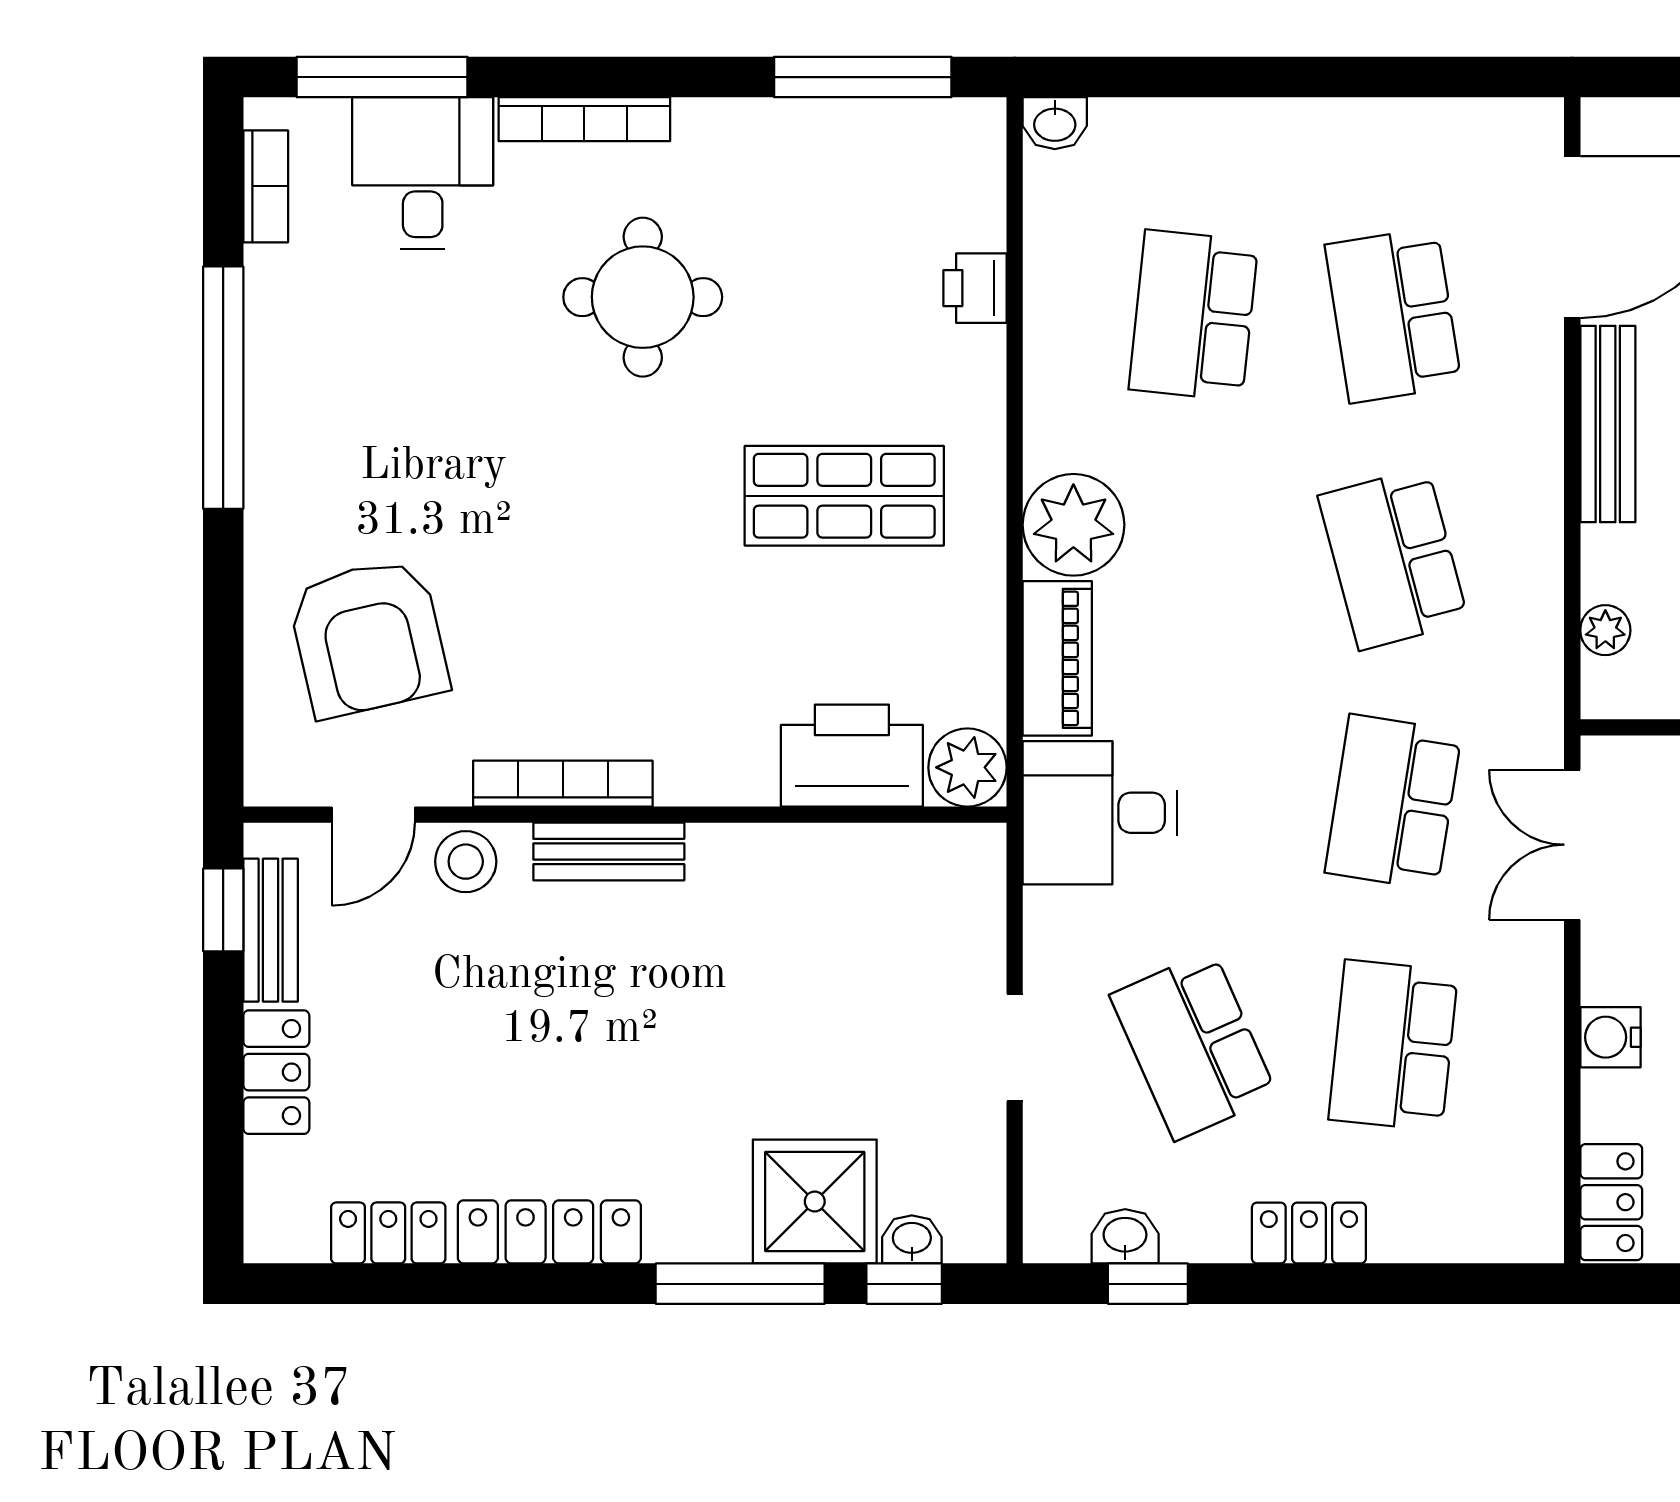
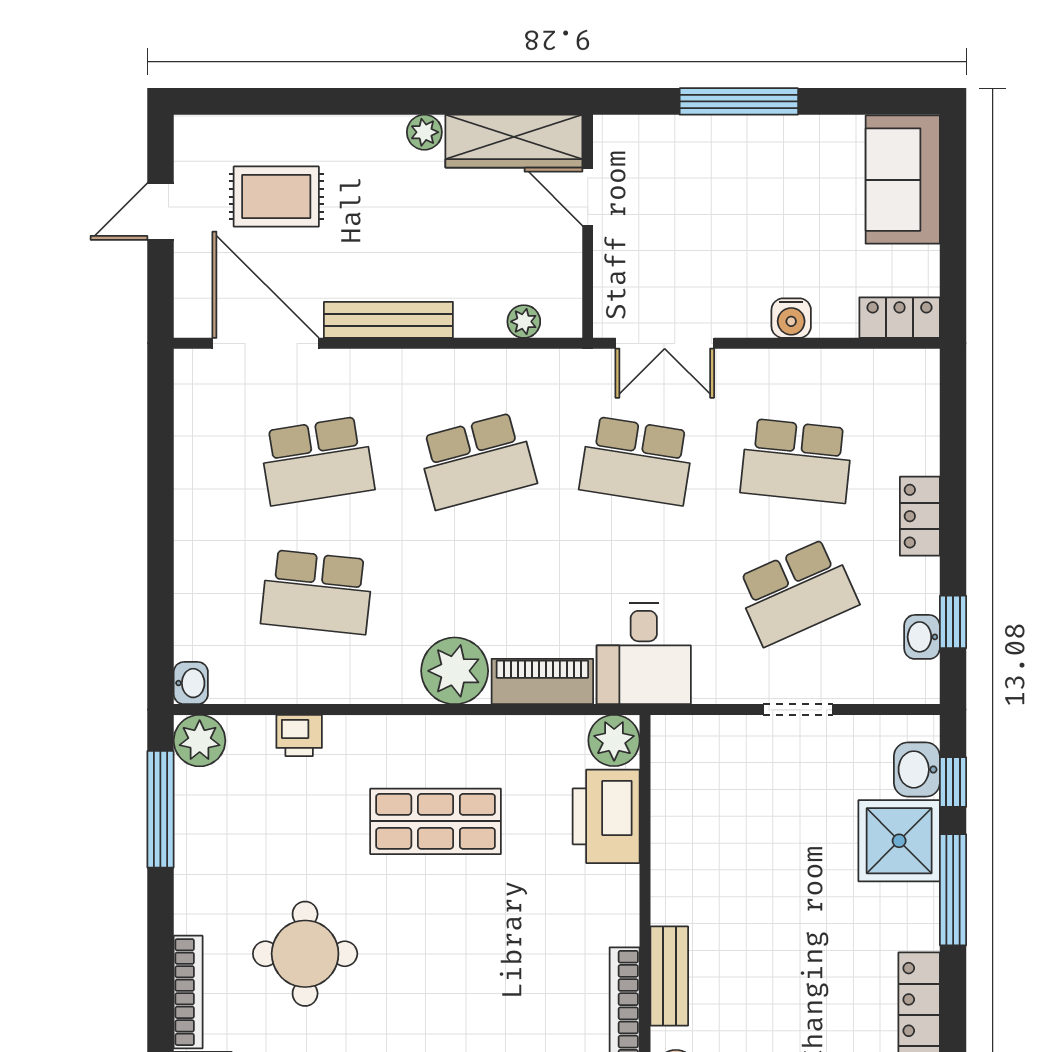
plant: (967, 136) -> (200, 741), added
shop shelf: (844, 496) -> (436, 821), turned 90
washbasin: (912, 1239) -> (917, 769), width x1.38, depth x1.45

